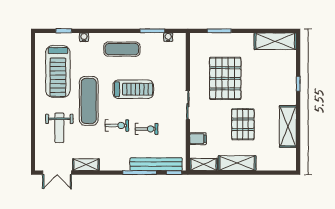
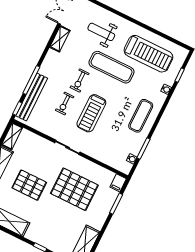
treadmill: (58, 71) -> (148, 54), turned 180
treadmill: (133, 89) -> (91, 113), moved
filing cabinet: (198, 139) -> (118, 183), moved

